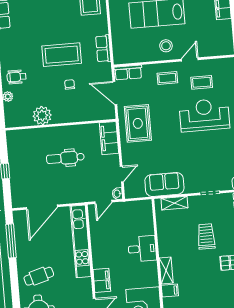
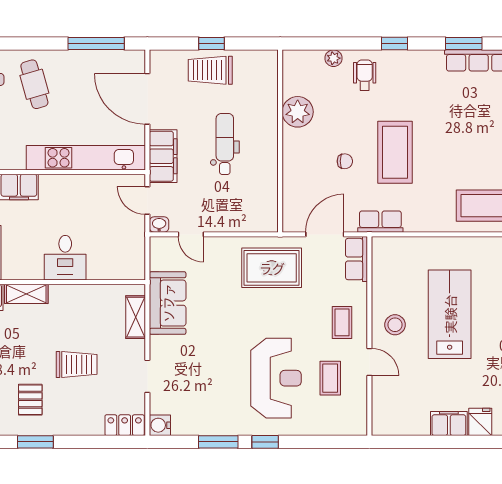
row of seats: (103, 49) -> (380, 222), moved
filing cabinet: (109, 138) -> (163, 156), moved, turned 90
trolley: (21, 171) -> (210, 70), added

